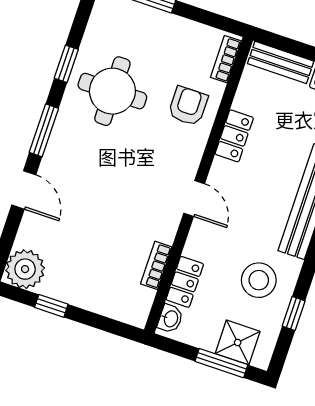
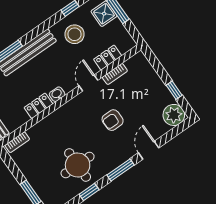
armchair: (188, 106) -> (113, 120), moved
door: (194, 198) -> (88, 83), moved
washbasin: (170, 319) -> (57, 94), moved

